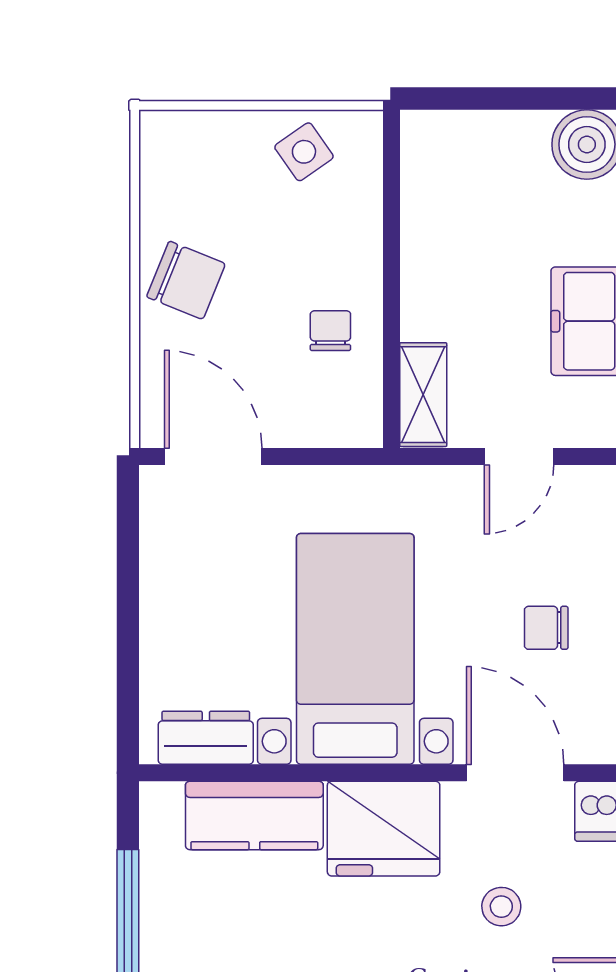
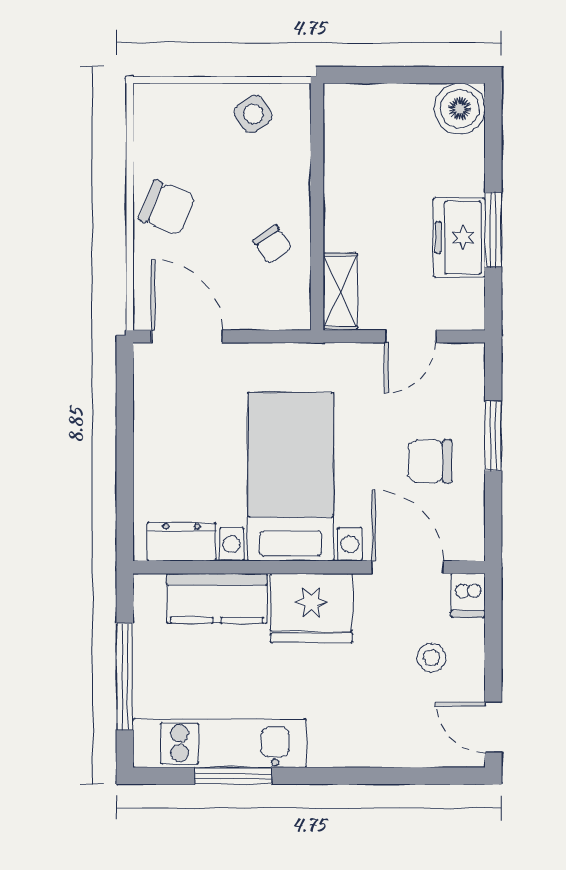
chair: (330, 331) -> (273, 244), turned 146
chair: (546, 628) -> (430, 461), width x1.37, depth x1.37
stool: (501, 907) -> (431, 658), moved

